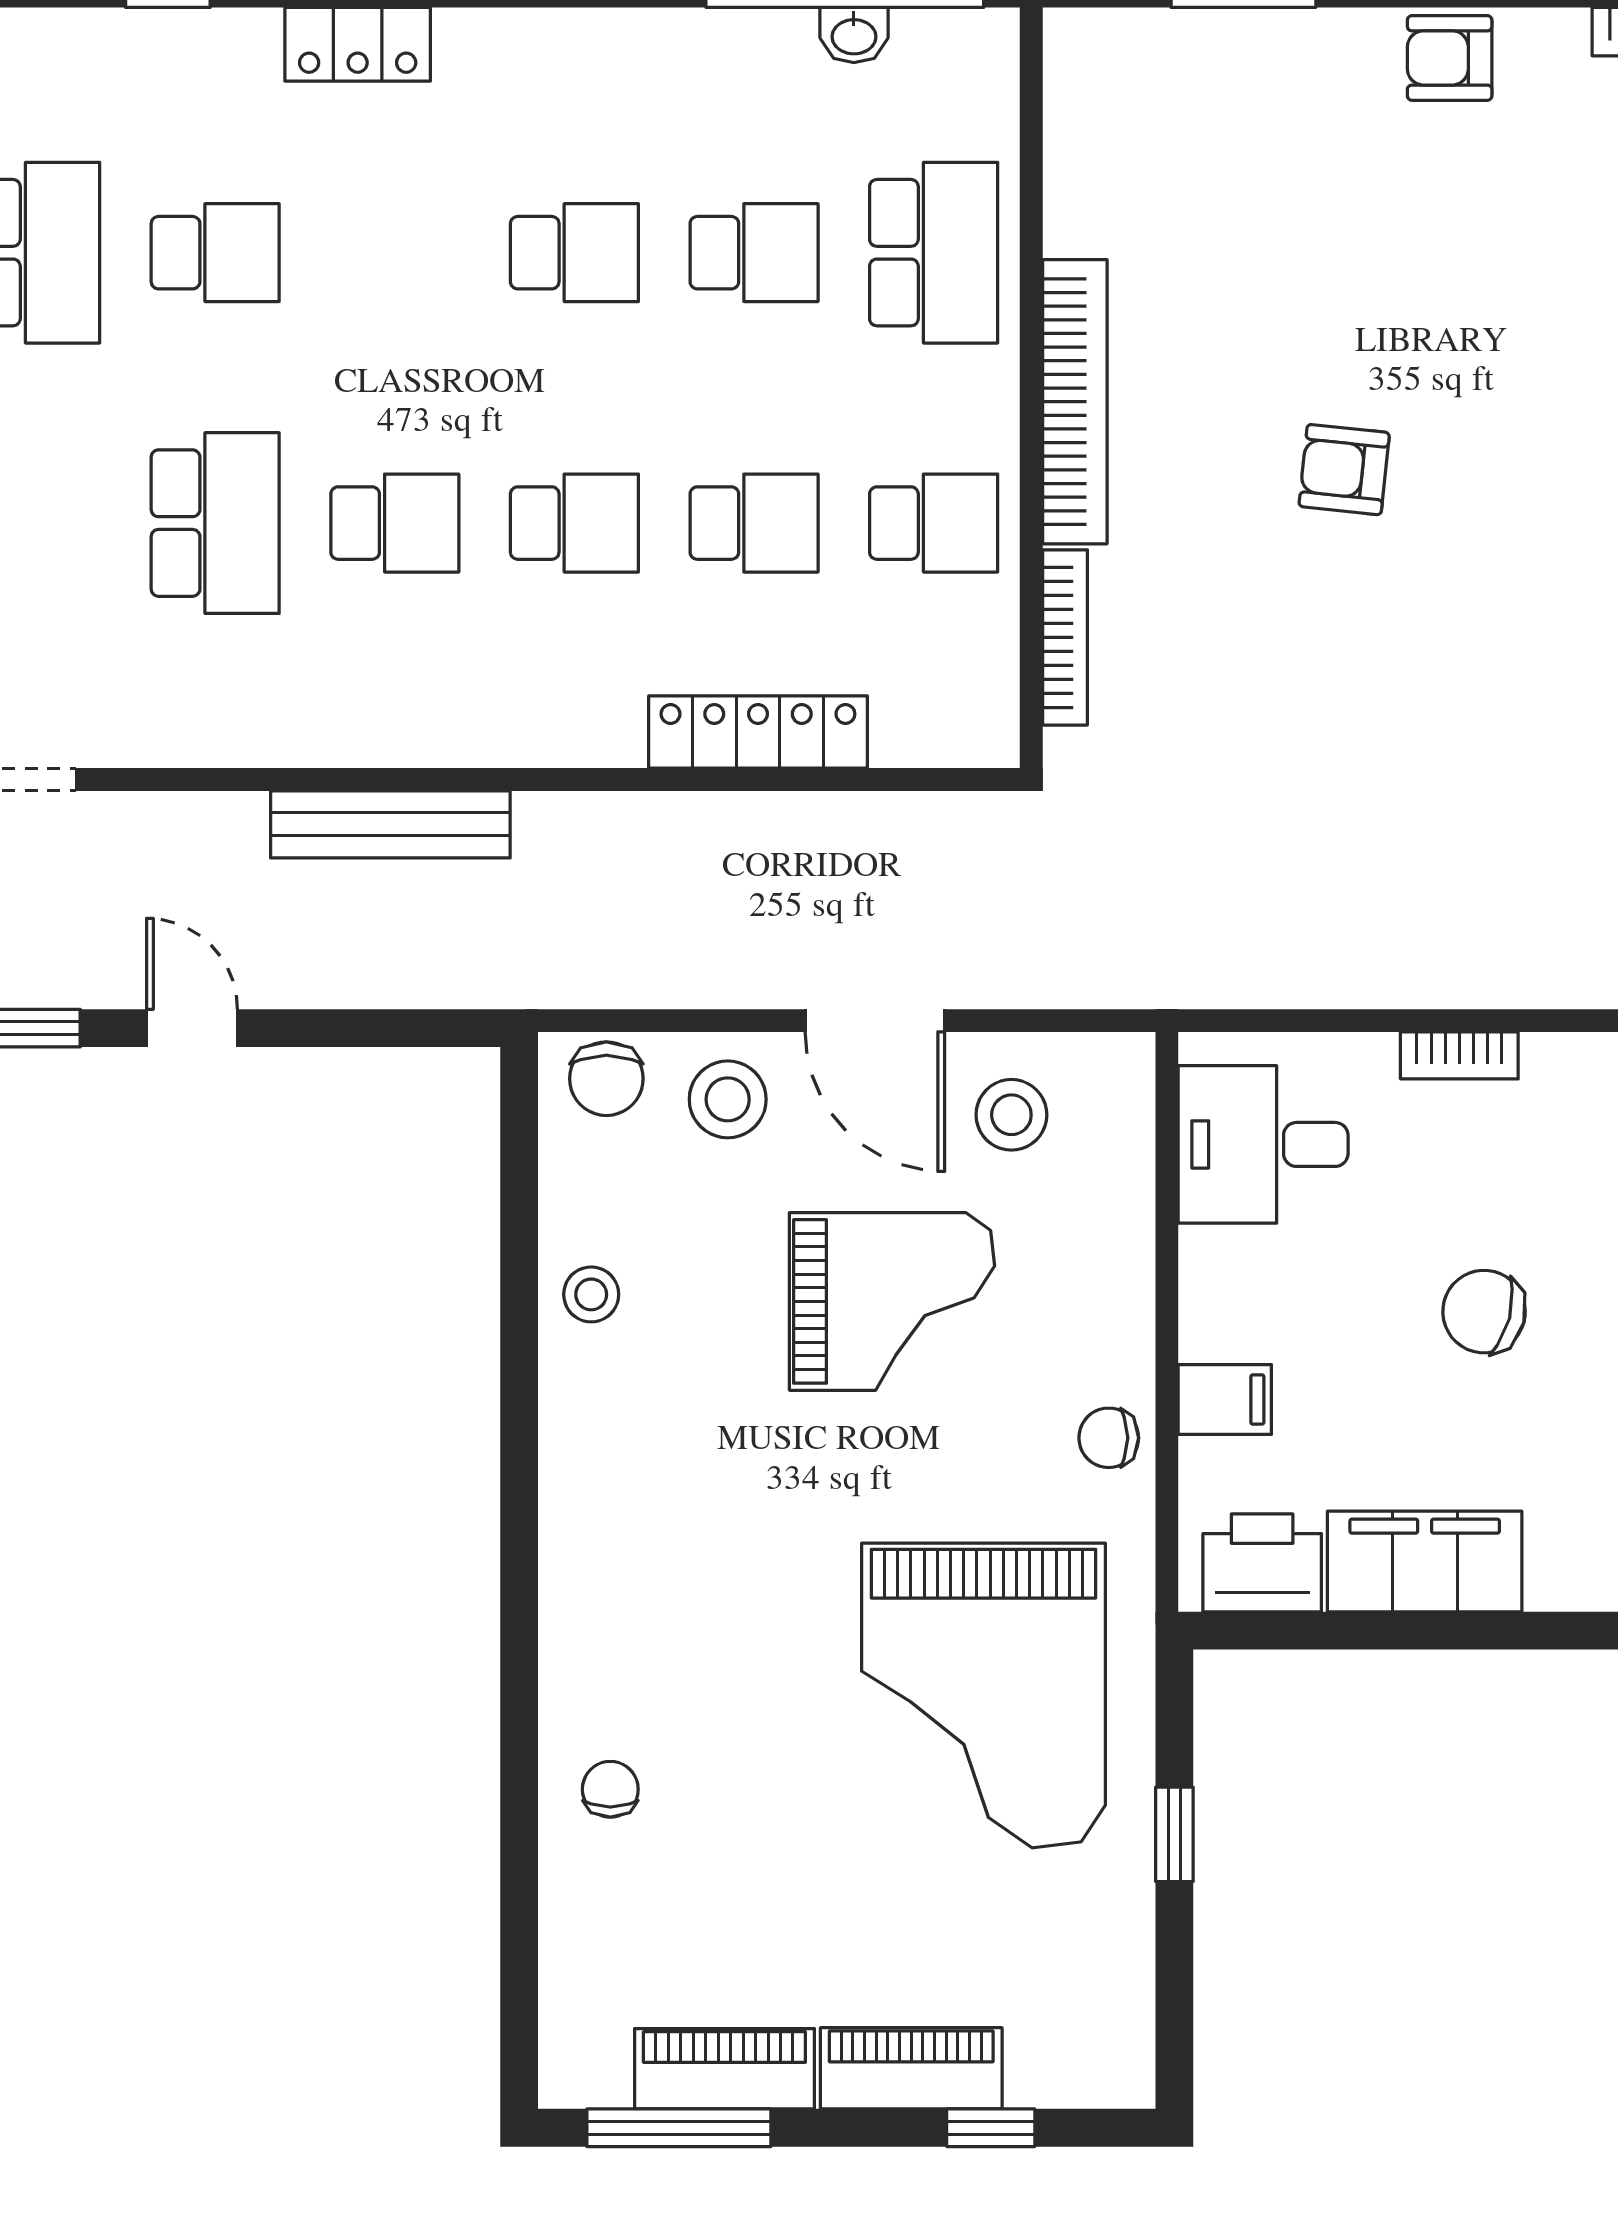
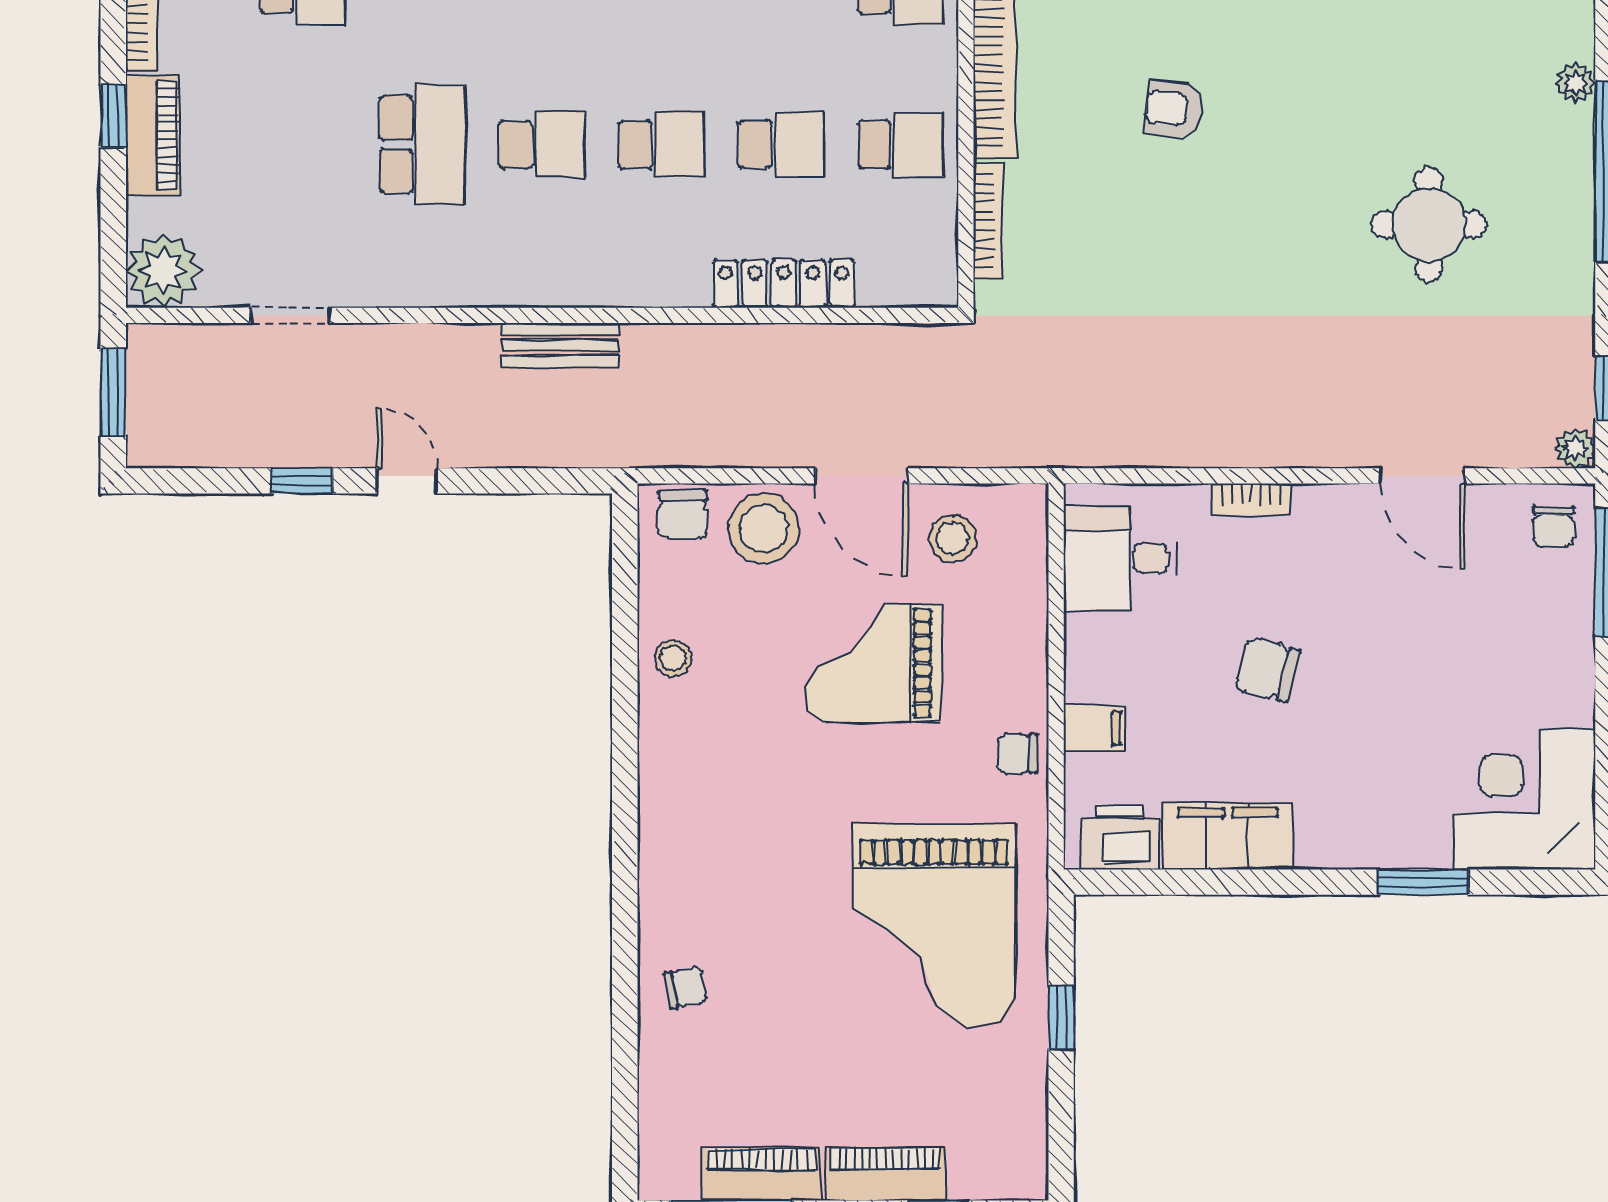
bench: (390, 824) -> (560, 345), width x0.73
stool: (728, 1099) -> (764, 528), width x1.38, depth x1.38
grand piano: (892, 1301) -> (873, 663), turned 180
chair: (610, 1789) -> (685, 988), turned 79

